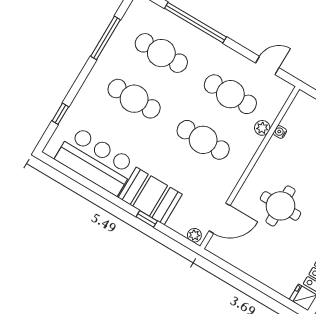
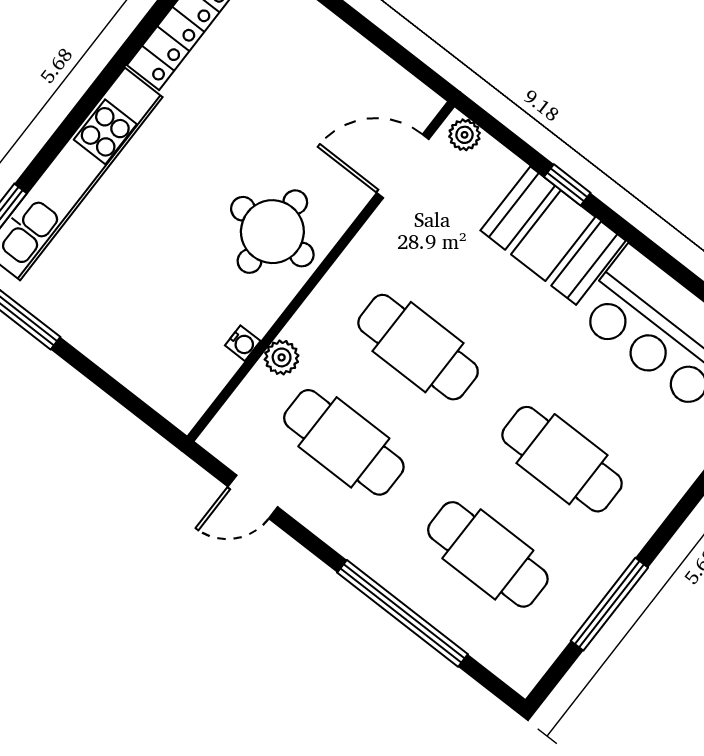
round table: (280, 206) -> (272, 232), moved

